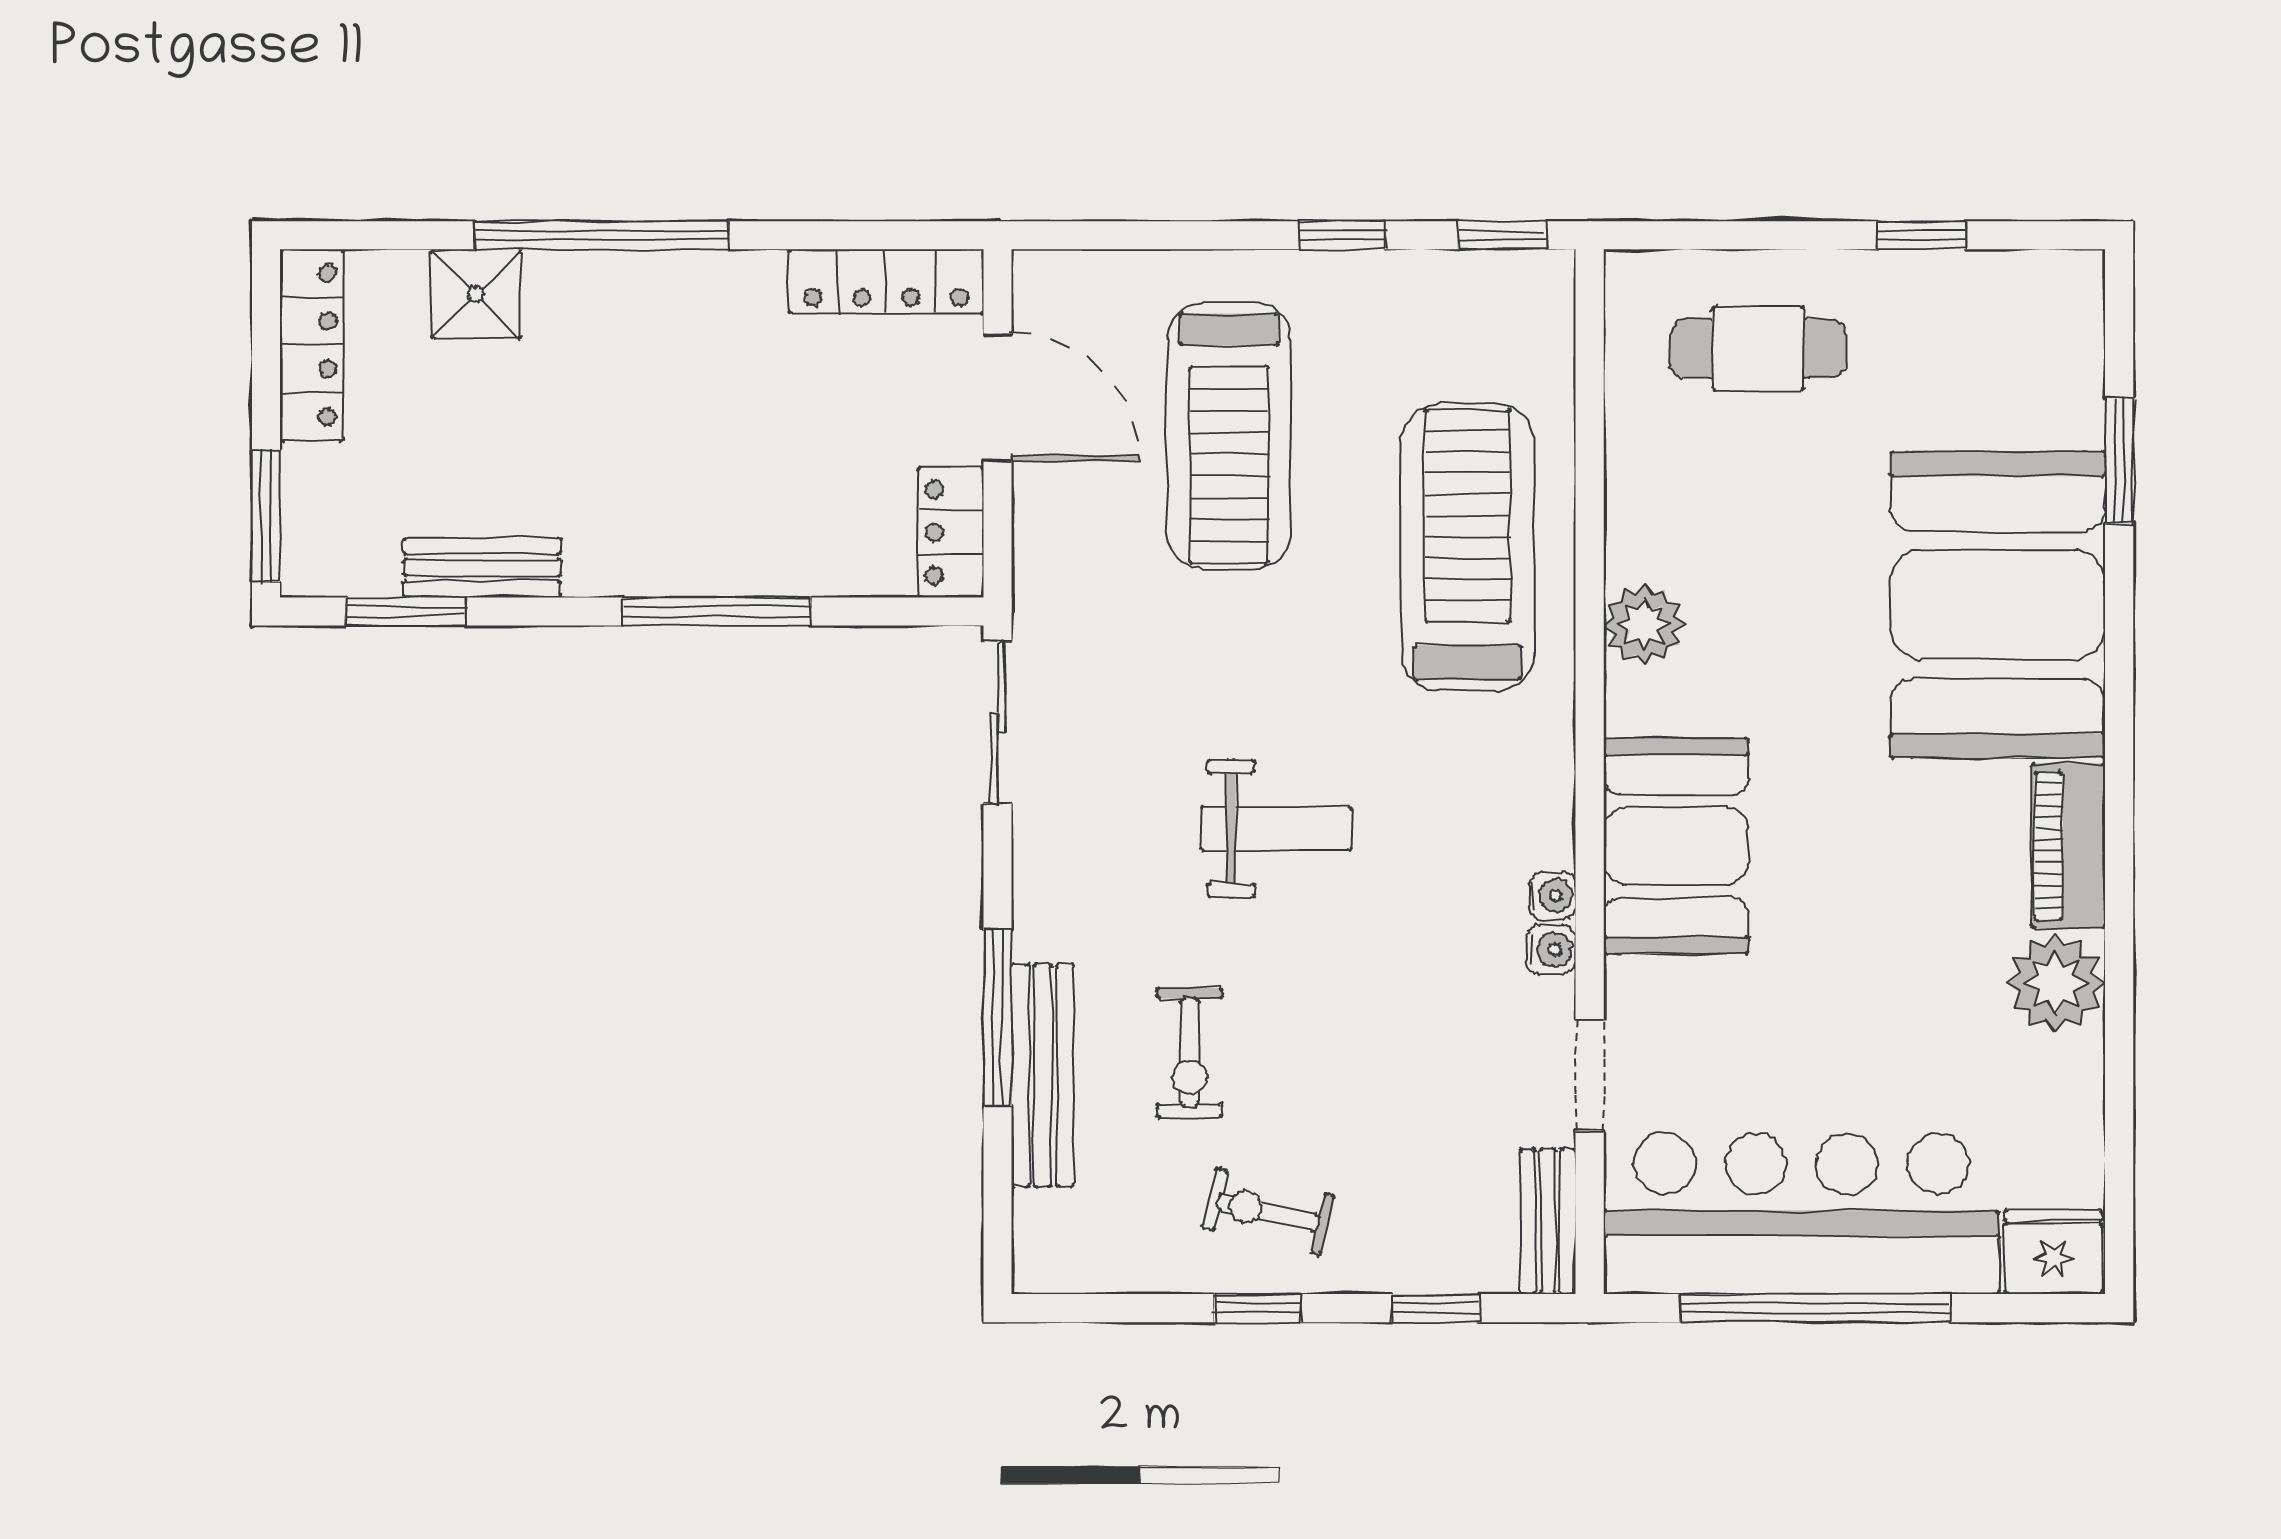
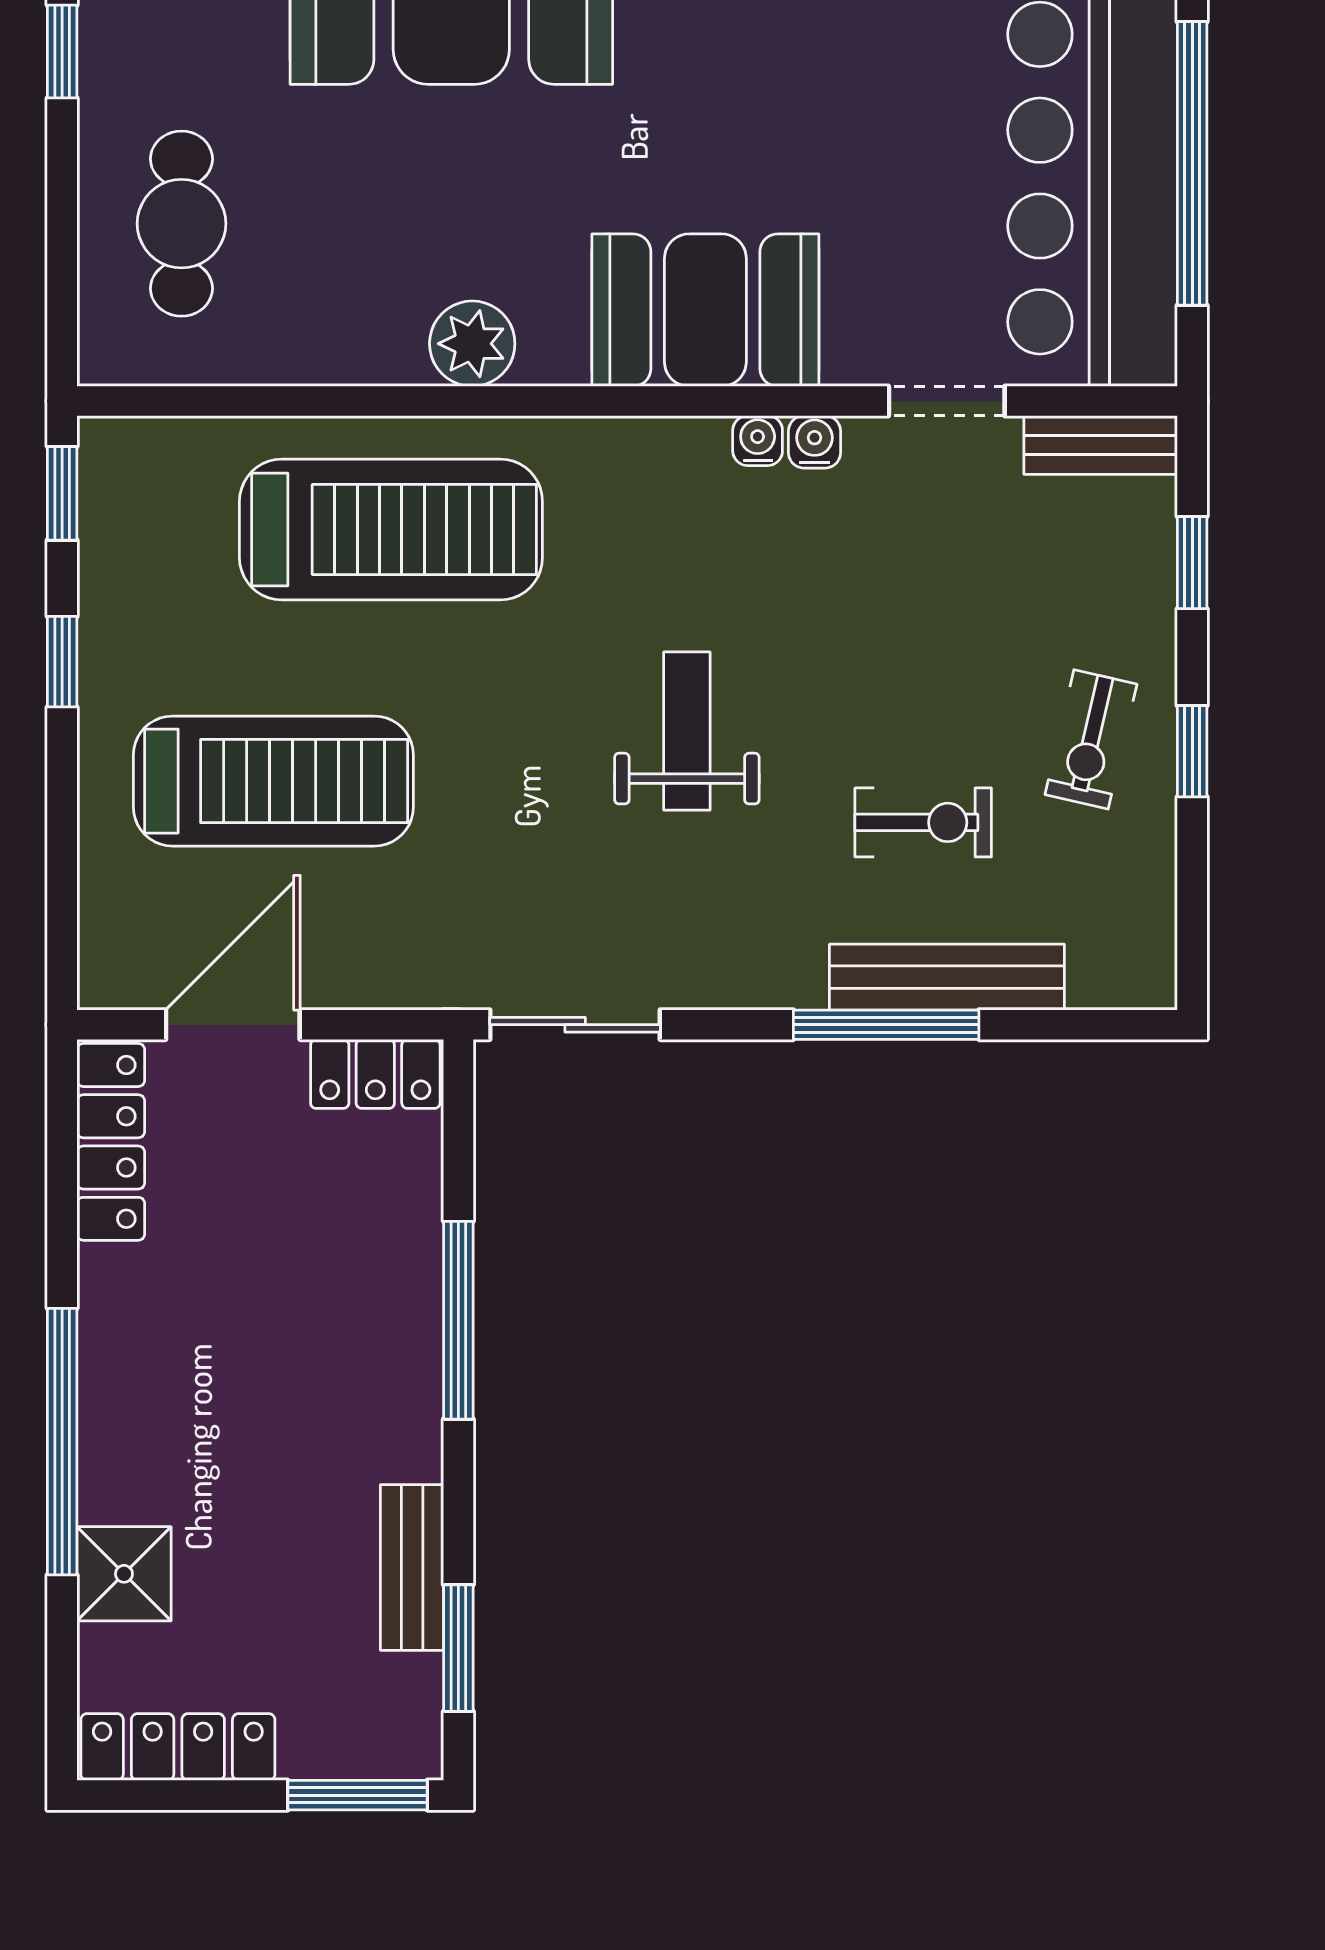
treadmill: (1468, 547) -> (391, 530), turned 180

